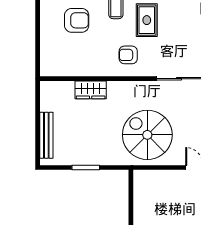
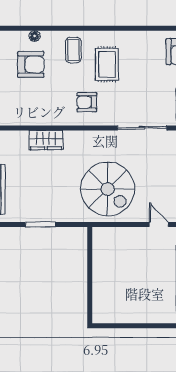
spiral stairs: (147, 135) -> (108, 189), turned 180

